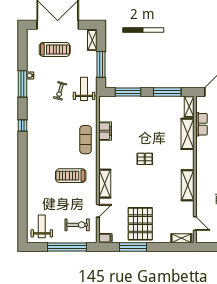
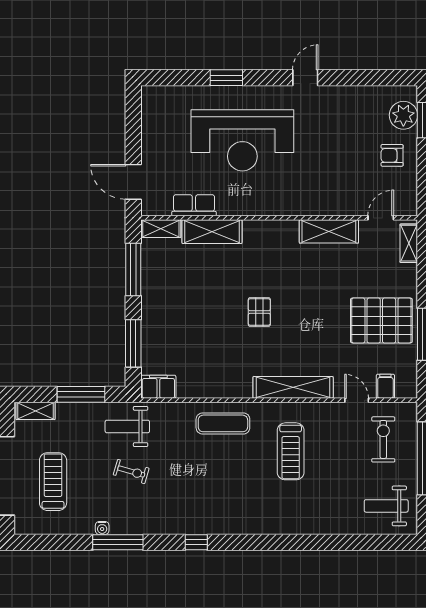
filing cabinet: (105, 131) -> (158, 387), moved
shelving: (105, 184) -> (293, 387), width x1.47
shelving: (188, 185) -> (329, 231), moved
filing cabinet: (105, 238) -> (385, 386), moved

